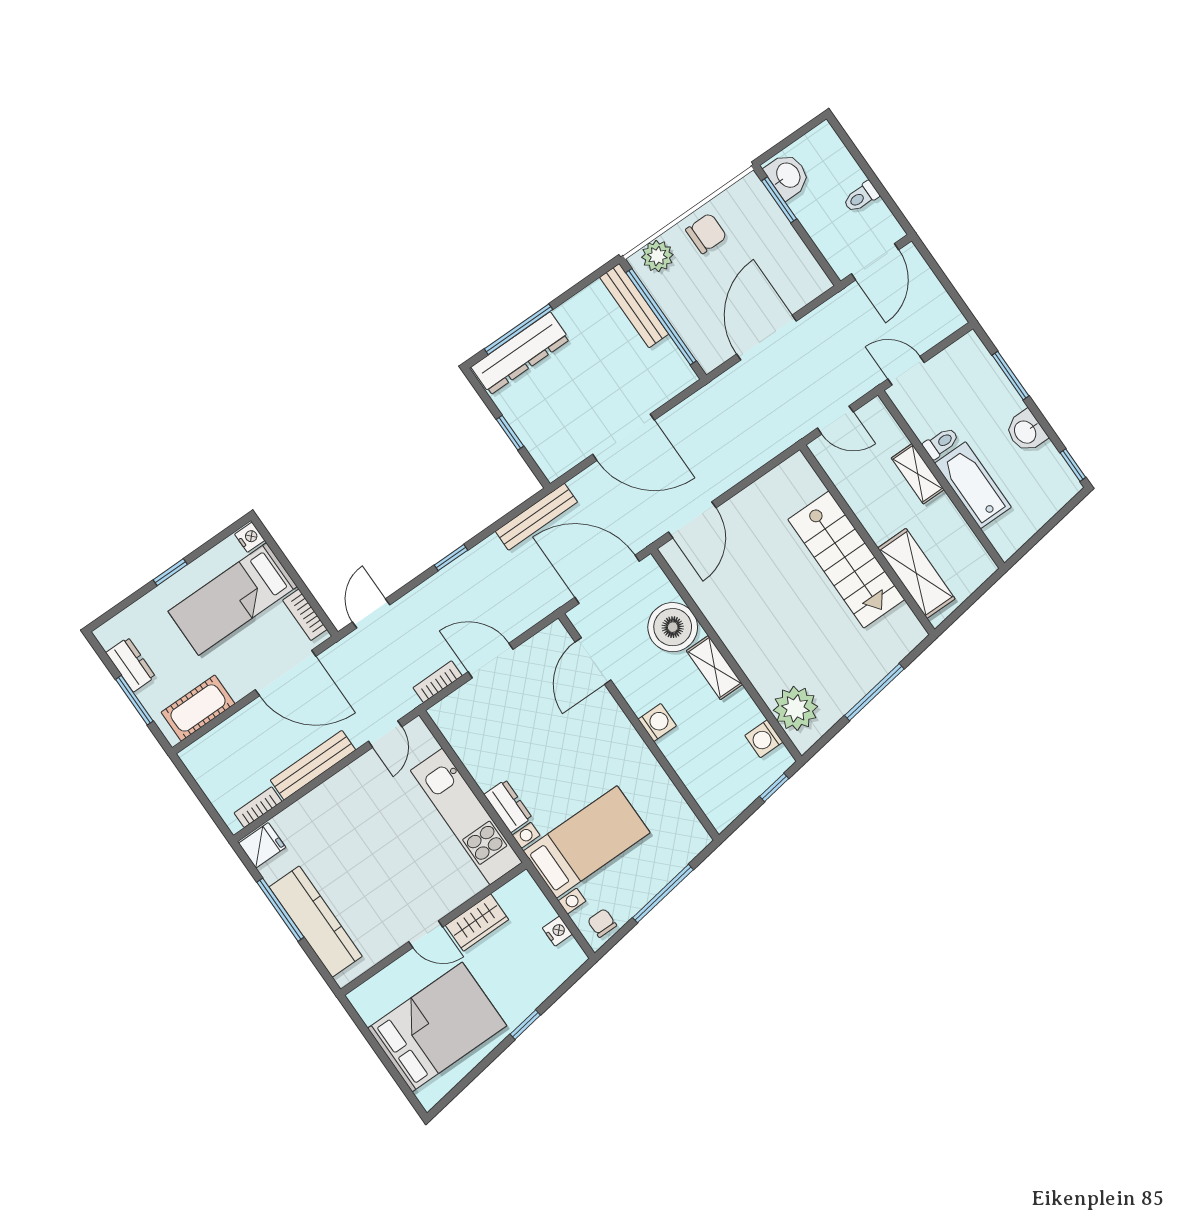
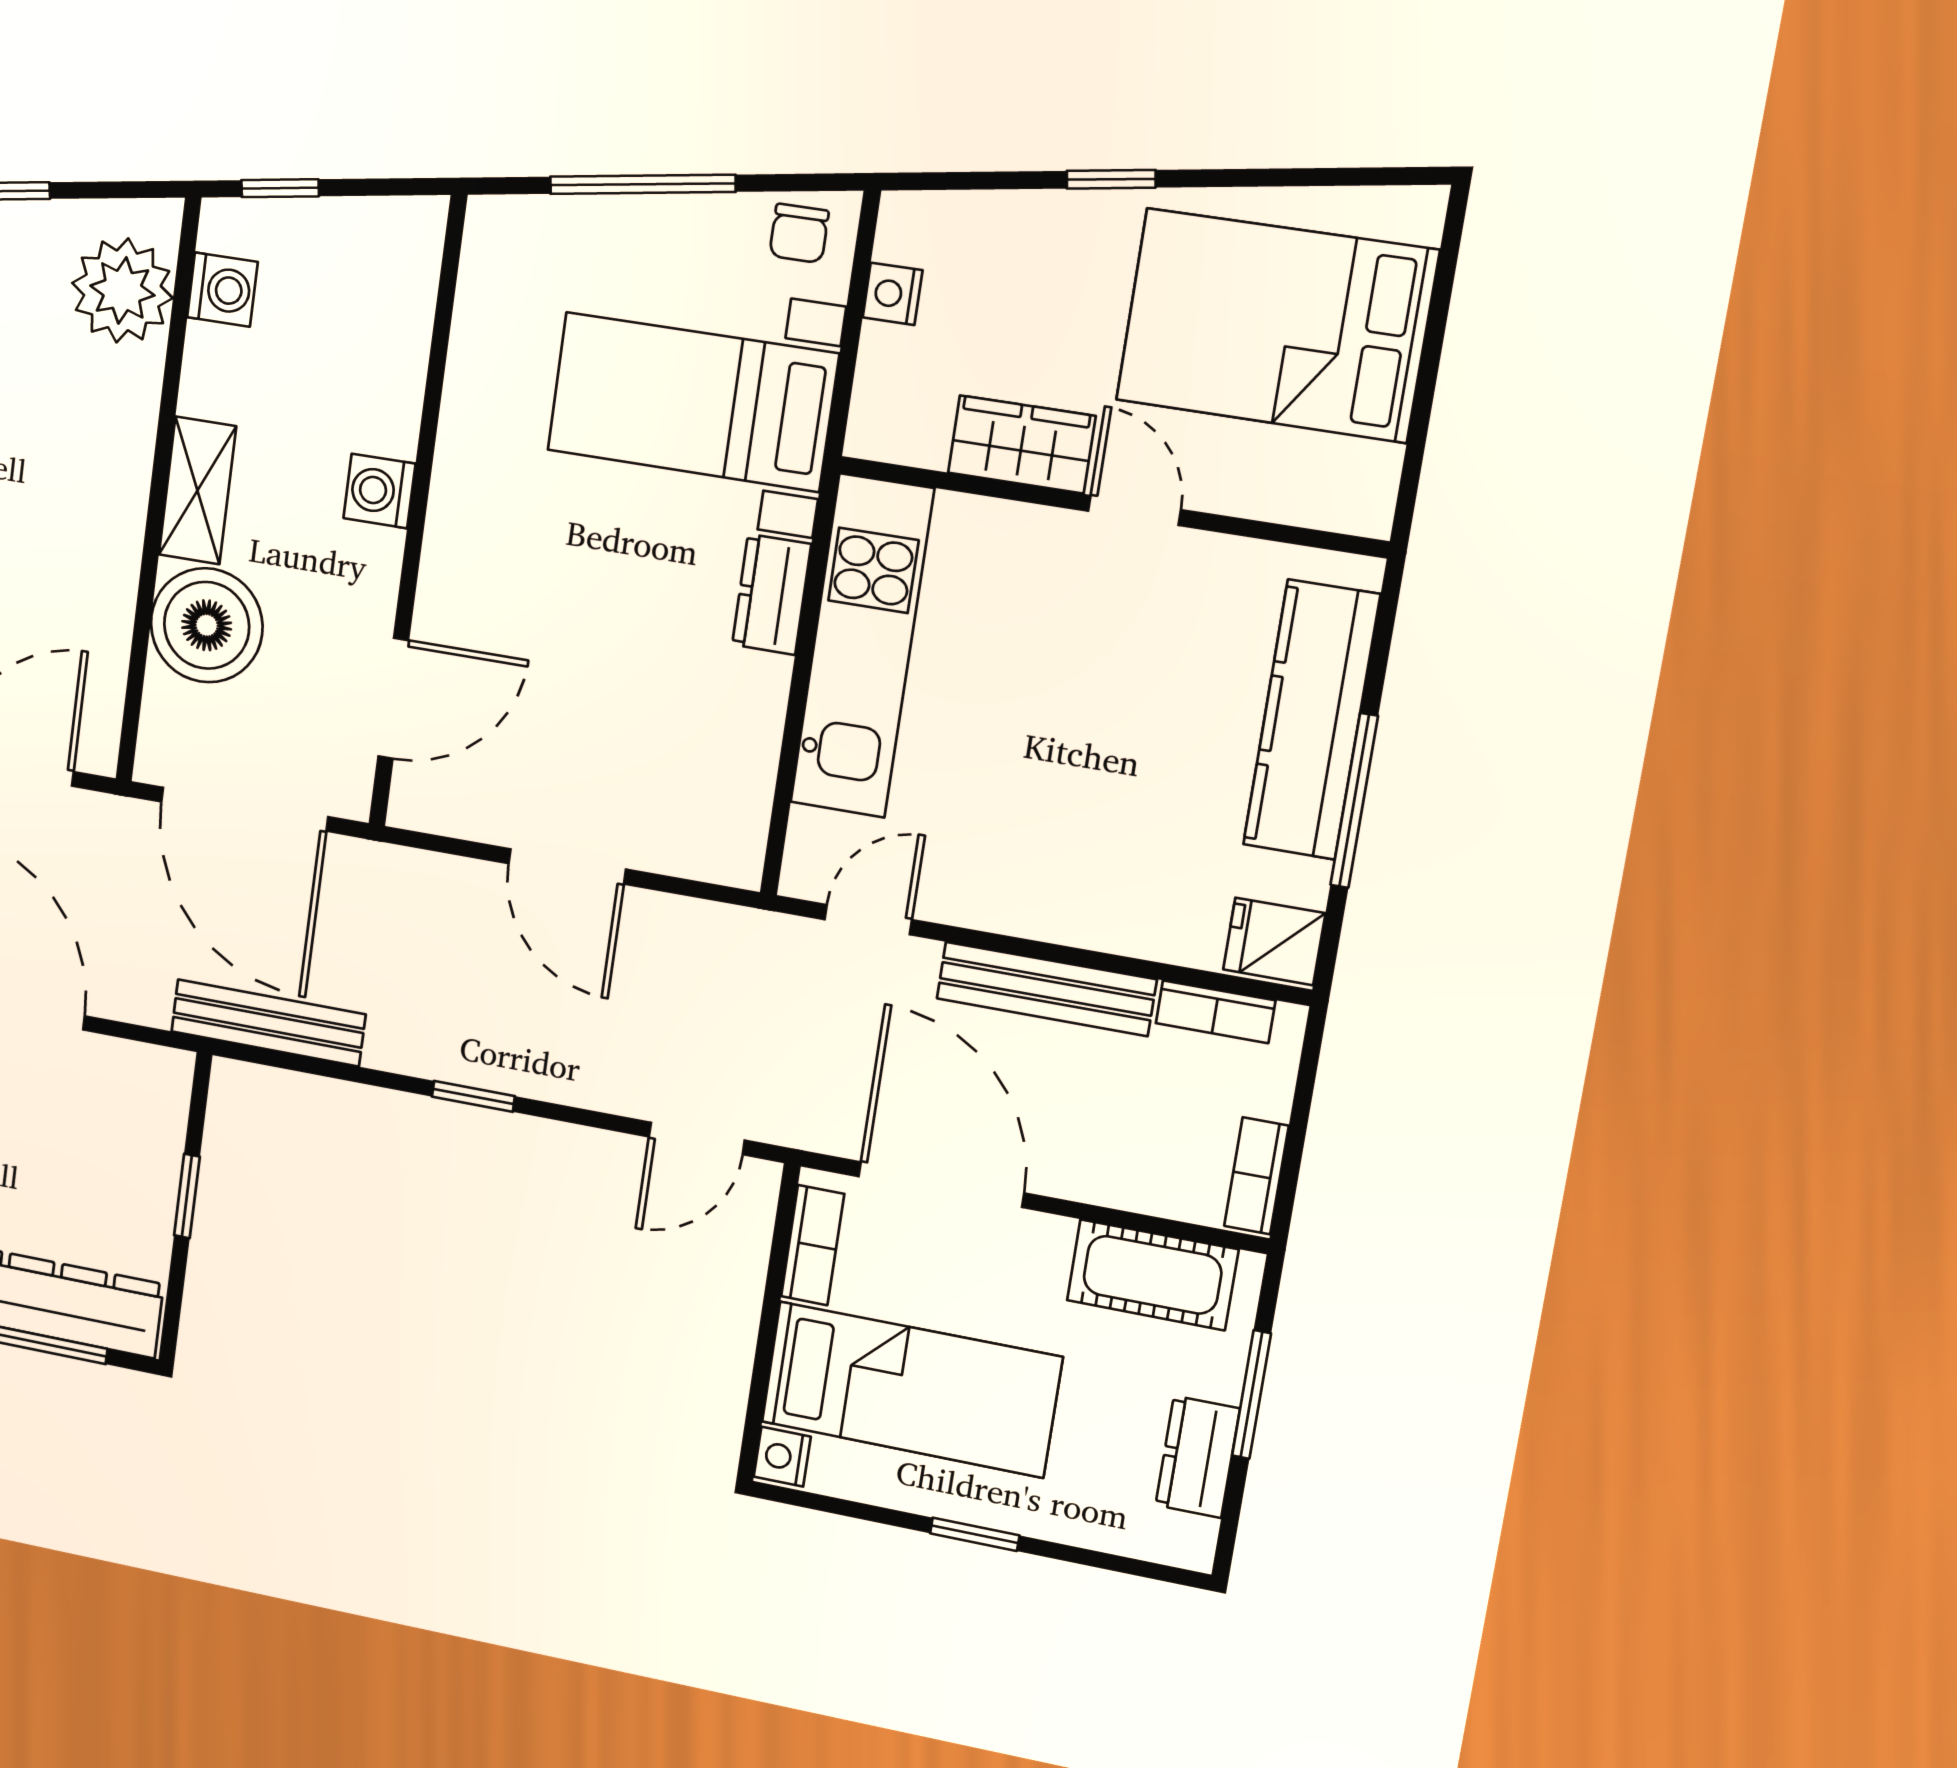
bookcase: (438, 682) -> (1256, 1176), moved, turned 90

